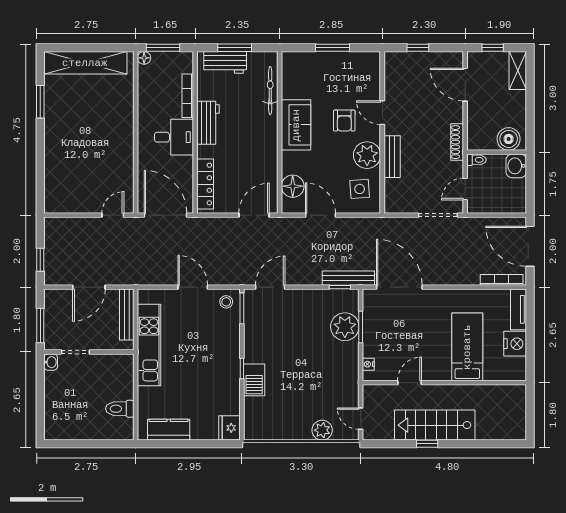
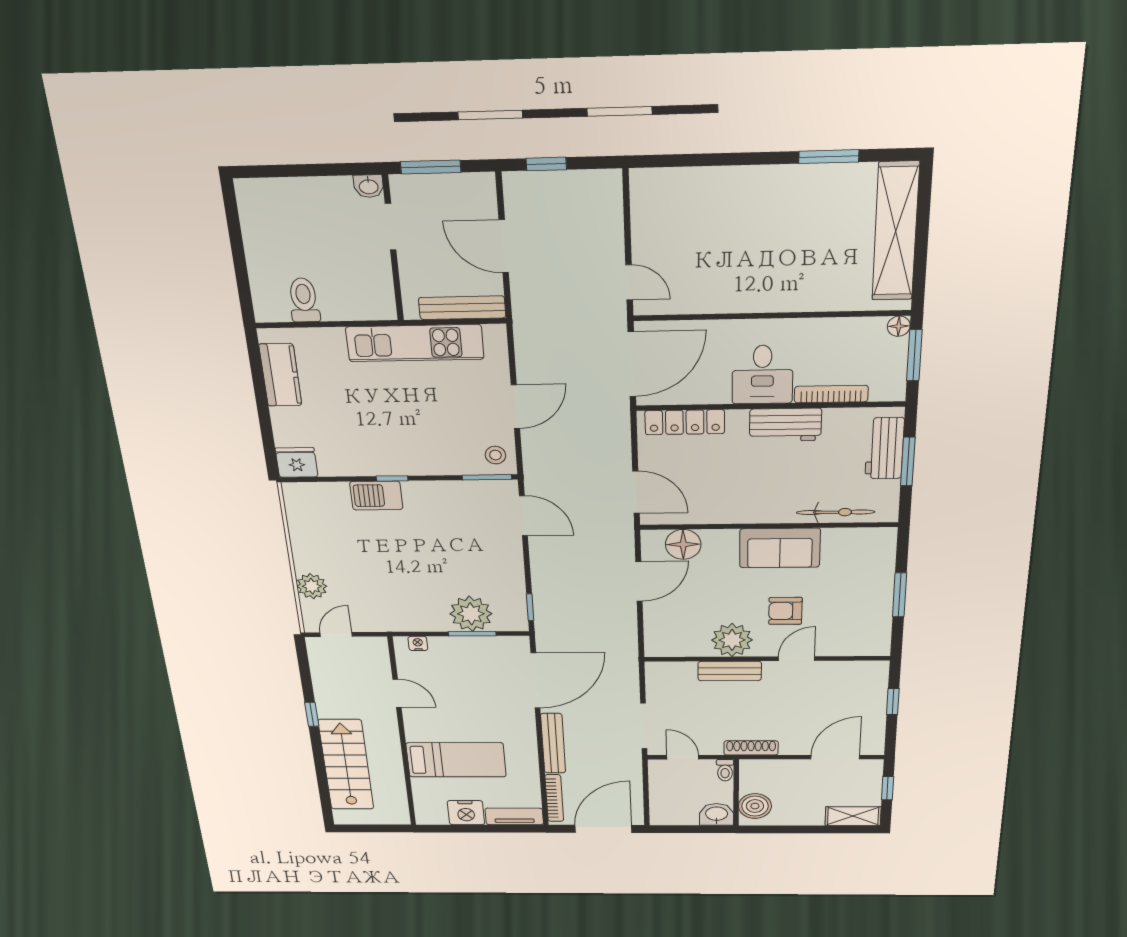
side table: (360, 189) -> (680, 631), removed
bench: (348, 278) -> (553, 743), moved
stairs: (435, 425) -> (346, 765), moved

